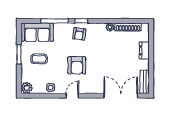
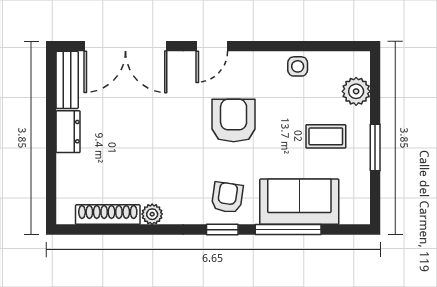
sofa: (37, 32) -> (299, 202), moved
dresser: (144, 50) -> (68, 132), moved
plant: (27, 88) -> (356, 91), moved
door: (72, 96) -> (212, 46), moved

